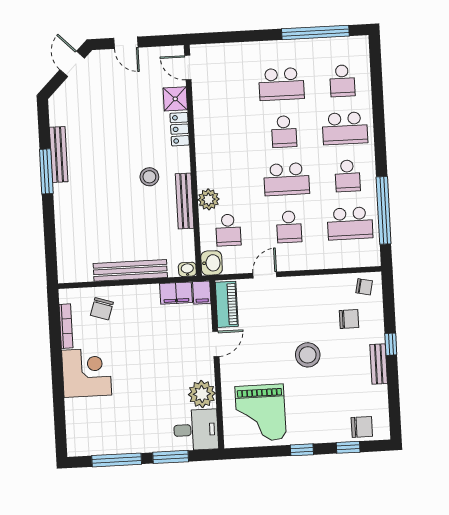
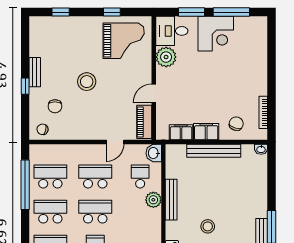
school desk: (347, 176) -> (50, 212), width x1.85
stool: (149, 177) -> (208, 226), moved
school desk: (289, 227) -> (95, 177), width x1.85
washbasin: (187, 269) -> (261, 149), moved
filing cabinet: (202, 293) -> (206, 132), moved, width x2.00
chair: (349, 319) -> (55, 106), turned -90
corner desk: (87, 373) -> (216, 34), moved, turned -90
grand piano: (261, 413) -> (124, 41), turned 90
chair: (362, 427) -> (50, 26), removed
window: (302, 450) -> (112, 12), moved

